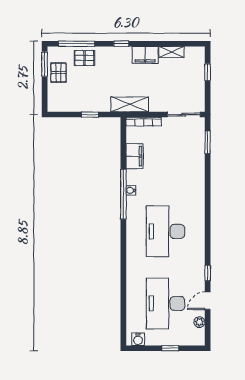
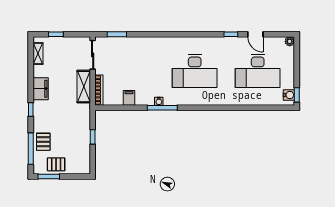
shelving: (172, 52) -> (38, 53), moved
shelving: (130, 104) -> (84, 87), moved
filing cabinet: (135, 156) -> (129, 98), width x0.50
window: (123, 194) -> (162, 108), width x0.68
plant: (199, 322) -> (290, 41), moved
window: (170, 348) -> (297, 95), moved

